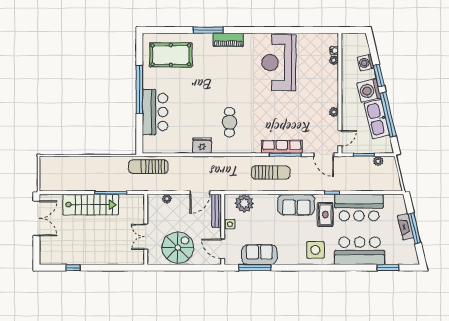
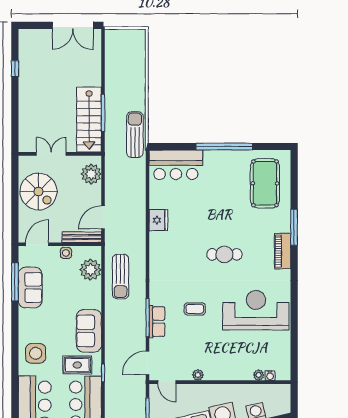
bar counter: (155, 112) -> (176, 165), moved
coffee table: (278, 115) -> (195, 309), added
cafe table: (230, 122) -> (224, 254), moved
row of seats: (282, 147) -> (157, 322), width x0.68
sun lounger: (148, 167) -> (135, 135), moved
sun lounger: (271, 172) -> (120, 277), moved
door: (200, 193) -> (103, 217), hinge flipped
plant: (167, 199) -> (91, 174), width x1.88, depth x1.88
stairs: (91, 205) -> (89, 120), moved

